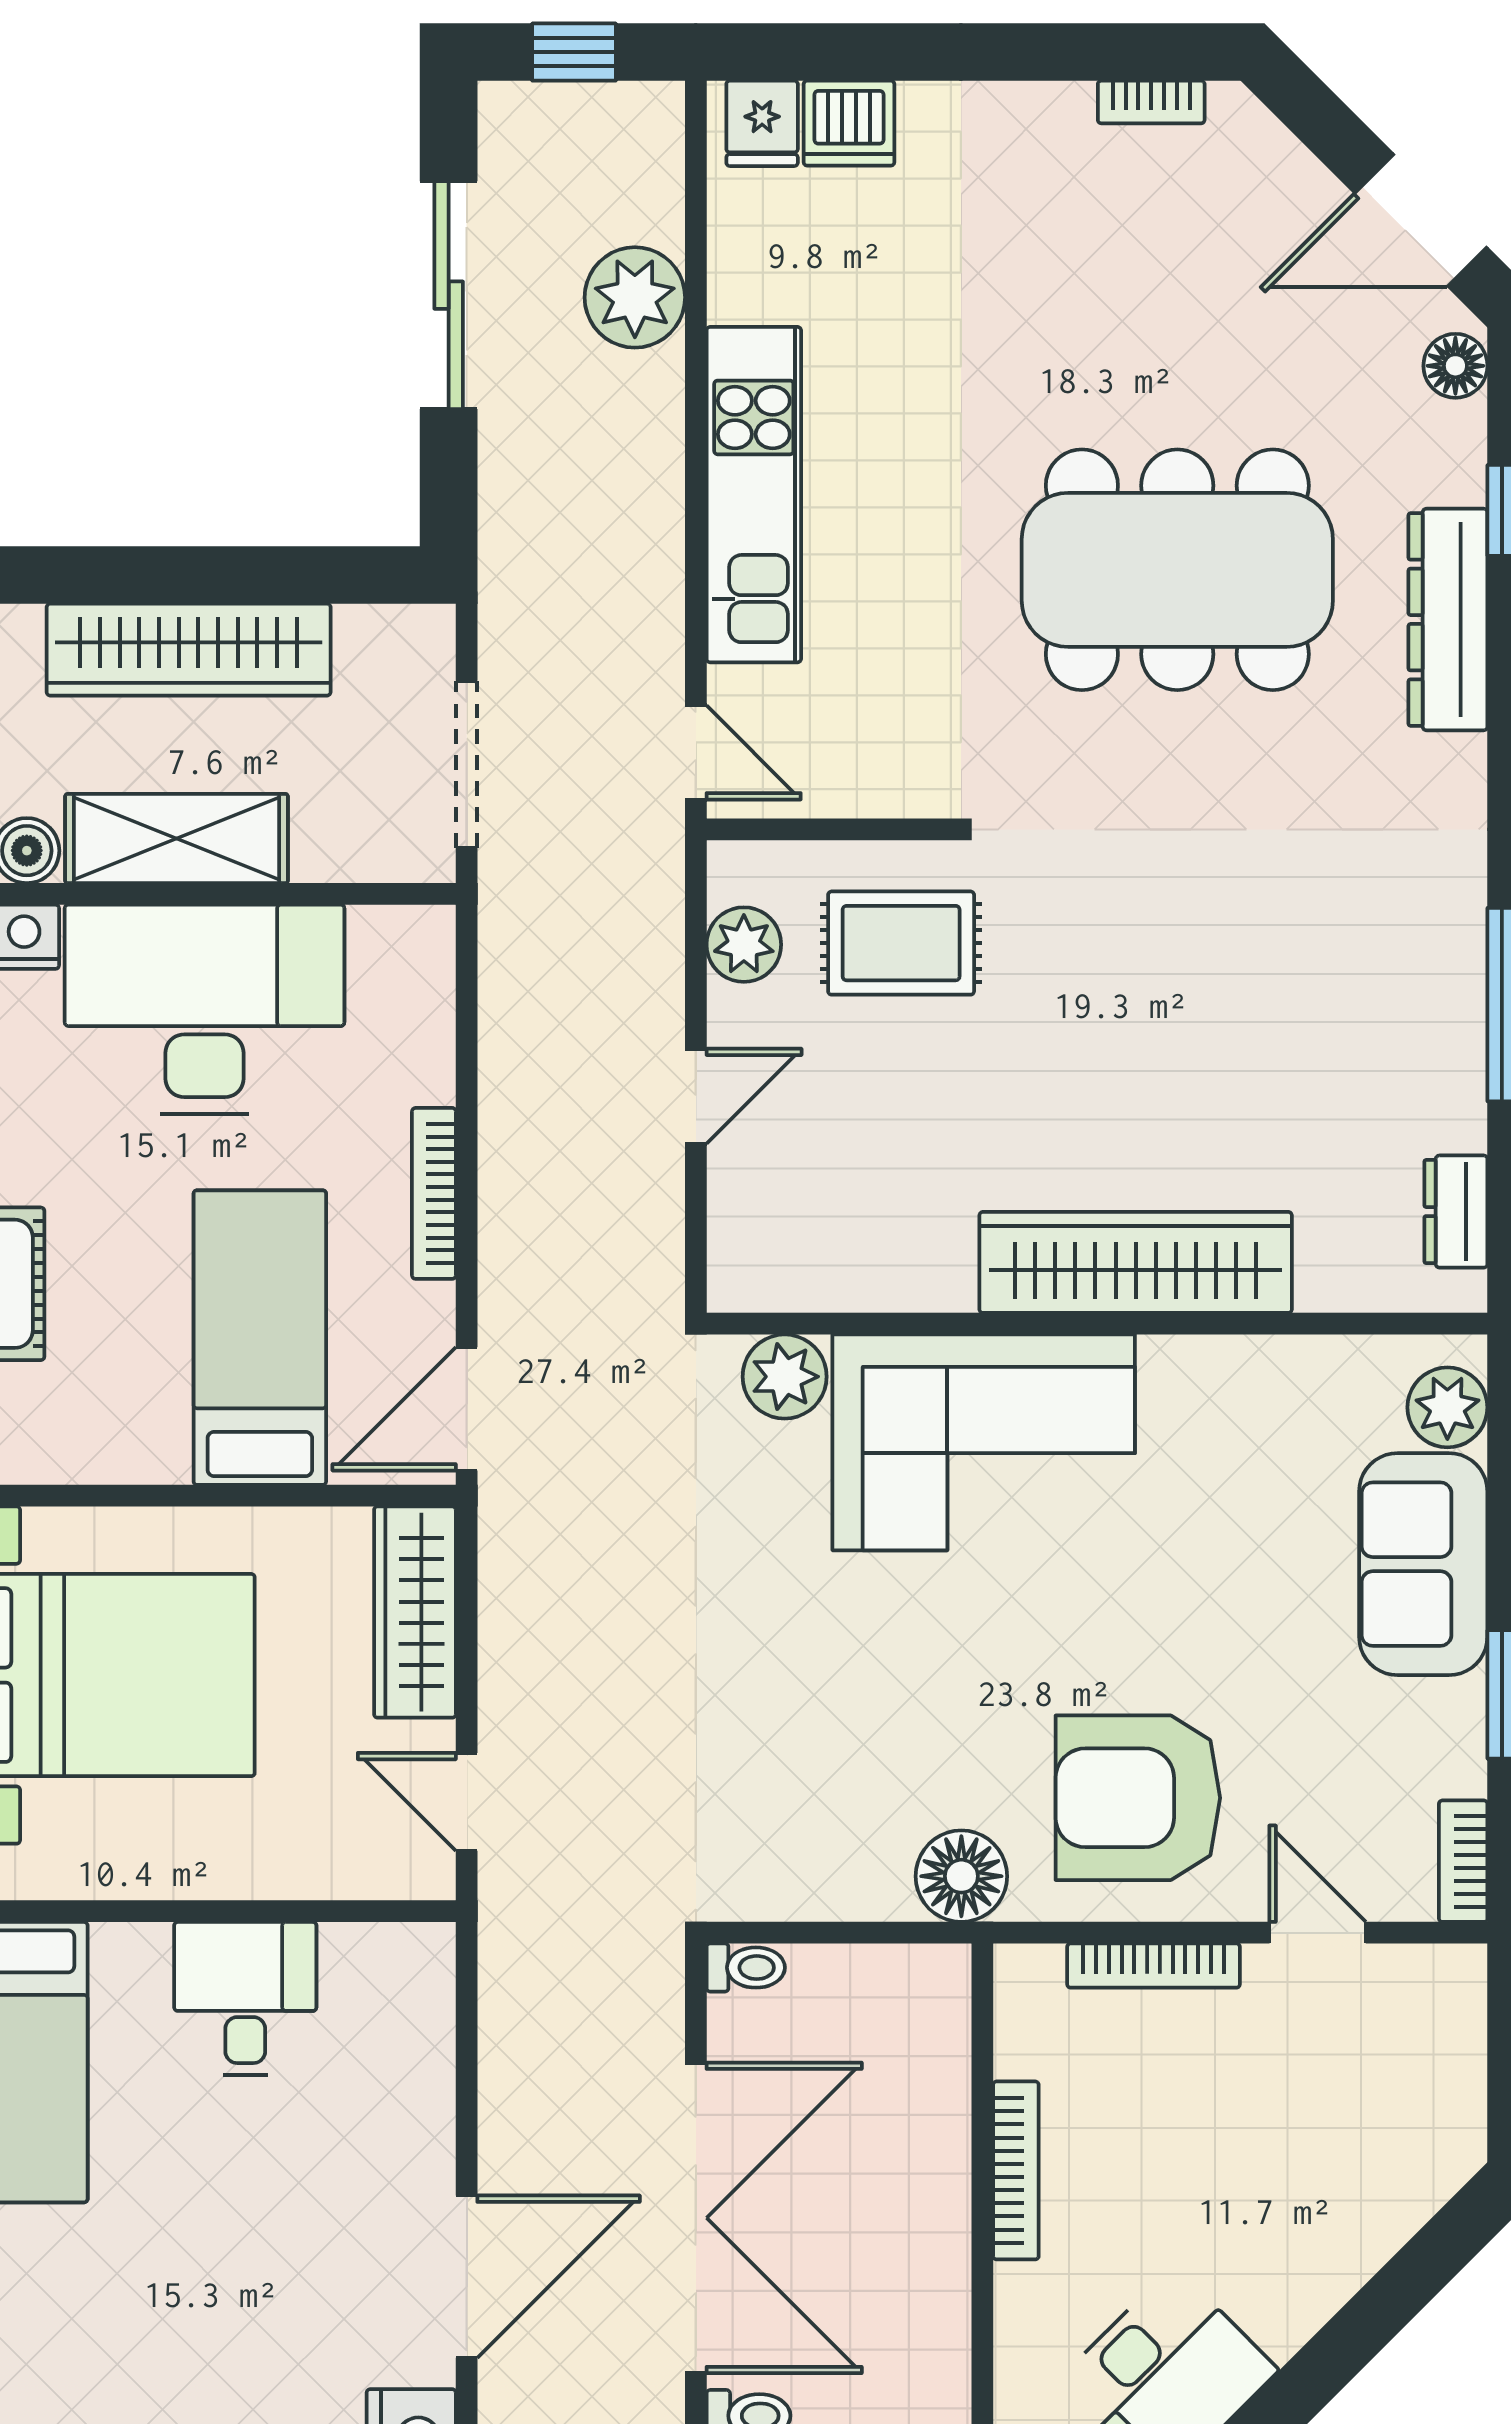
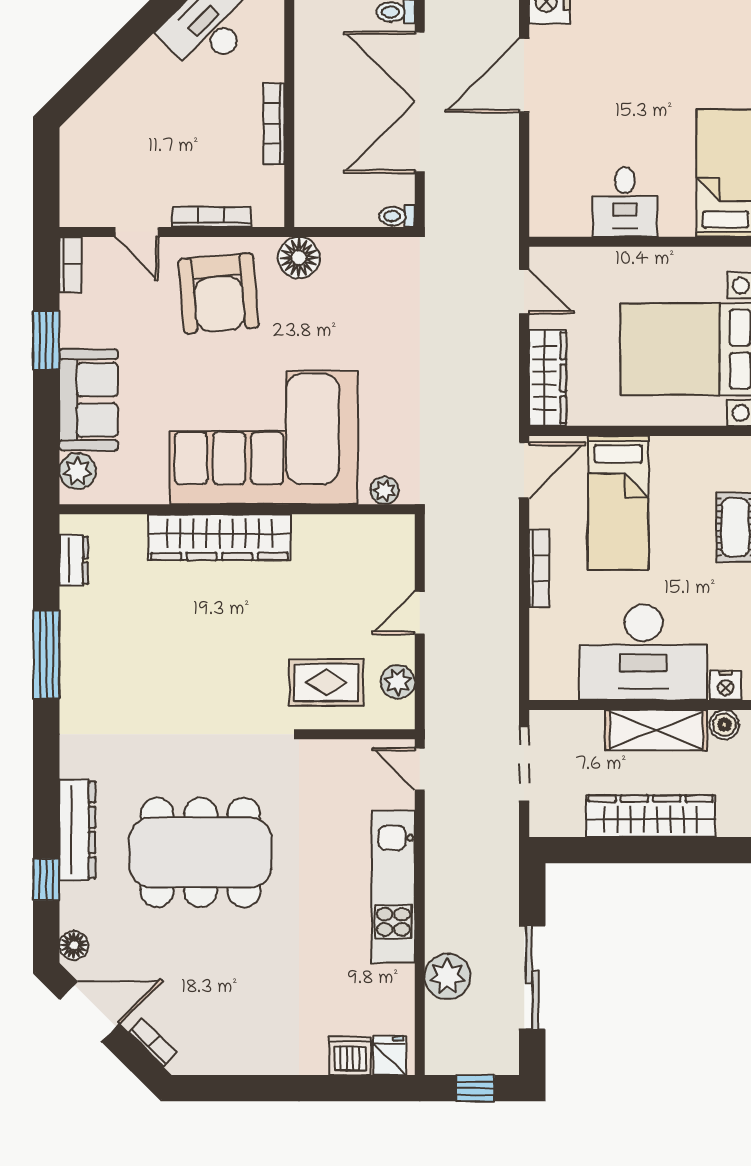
bookcase: (1151, 102) -> (153, 1042), moved, turned 45
plant: (785, 1377) -> (385, 490), width x0.73, depth x0.73
corner sofa: (984, 1442) -> (264, 437), width x1.36, depth x1.36
armchair: (1138, 1798) -> (218, 293), turned 85

